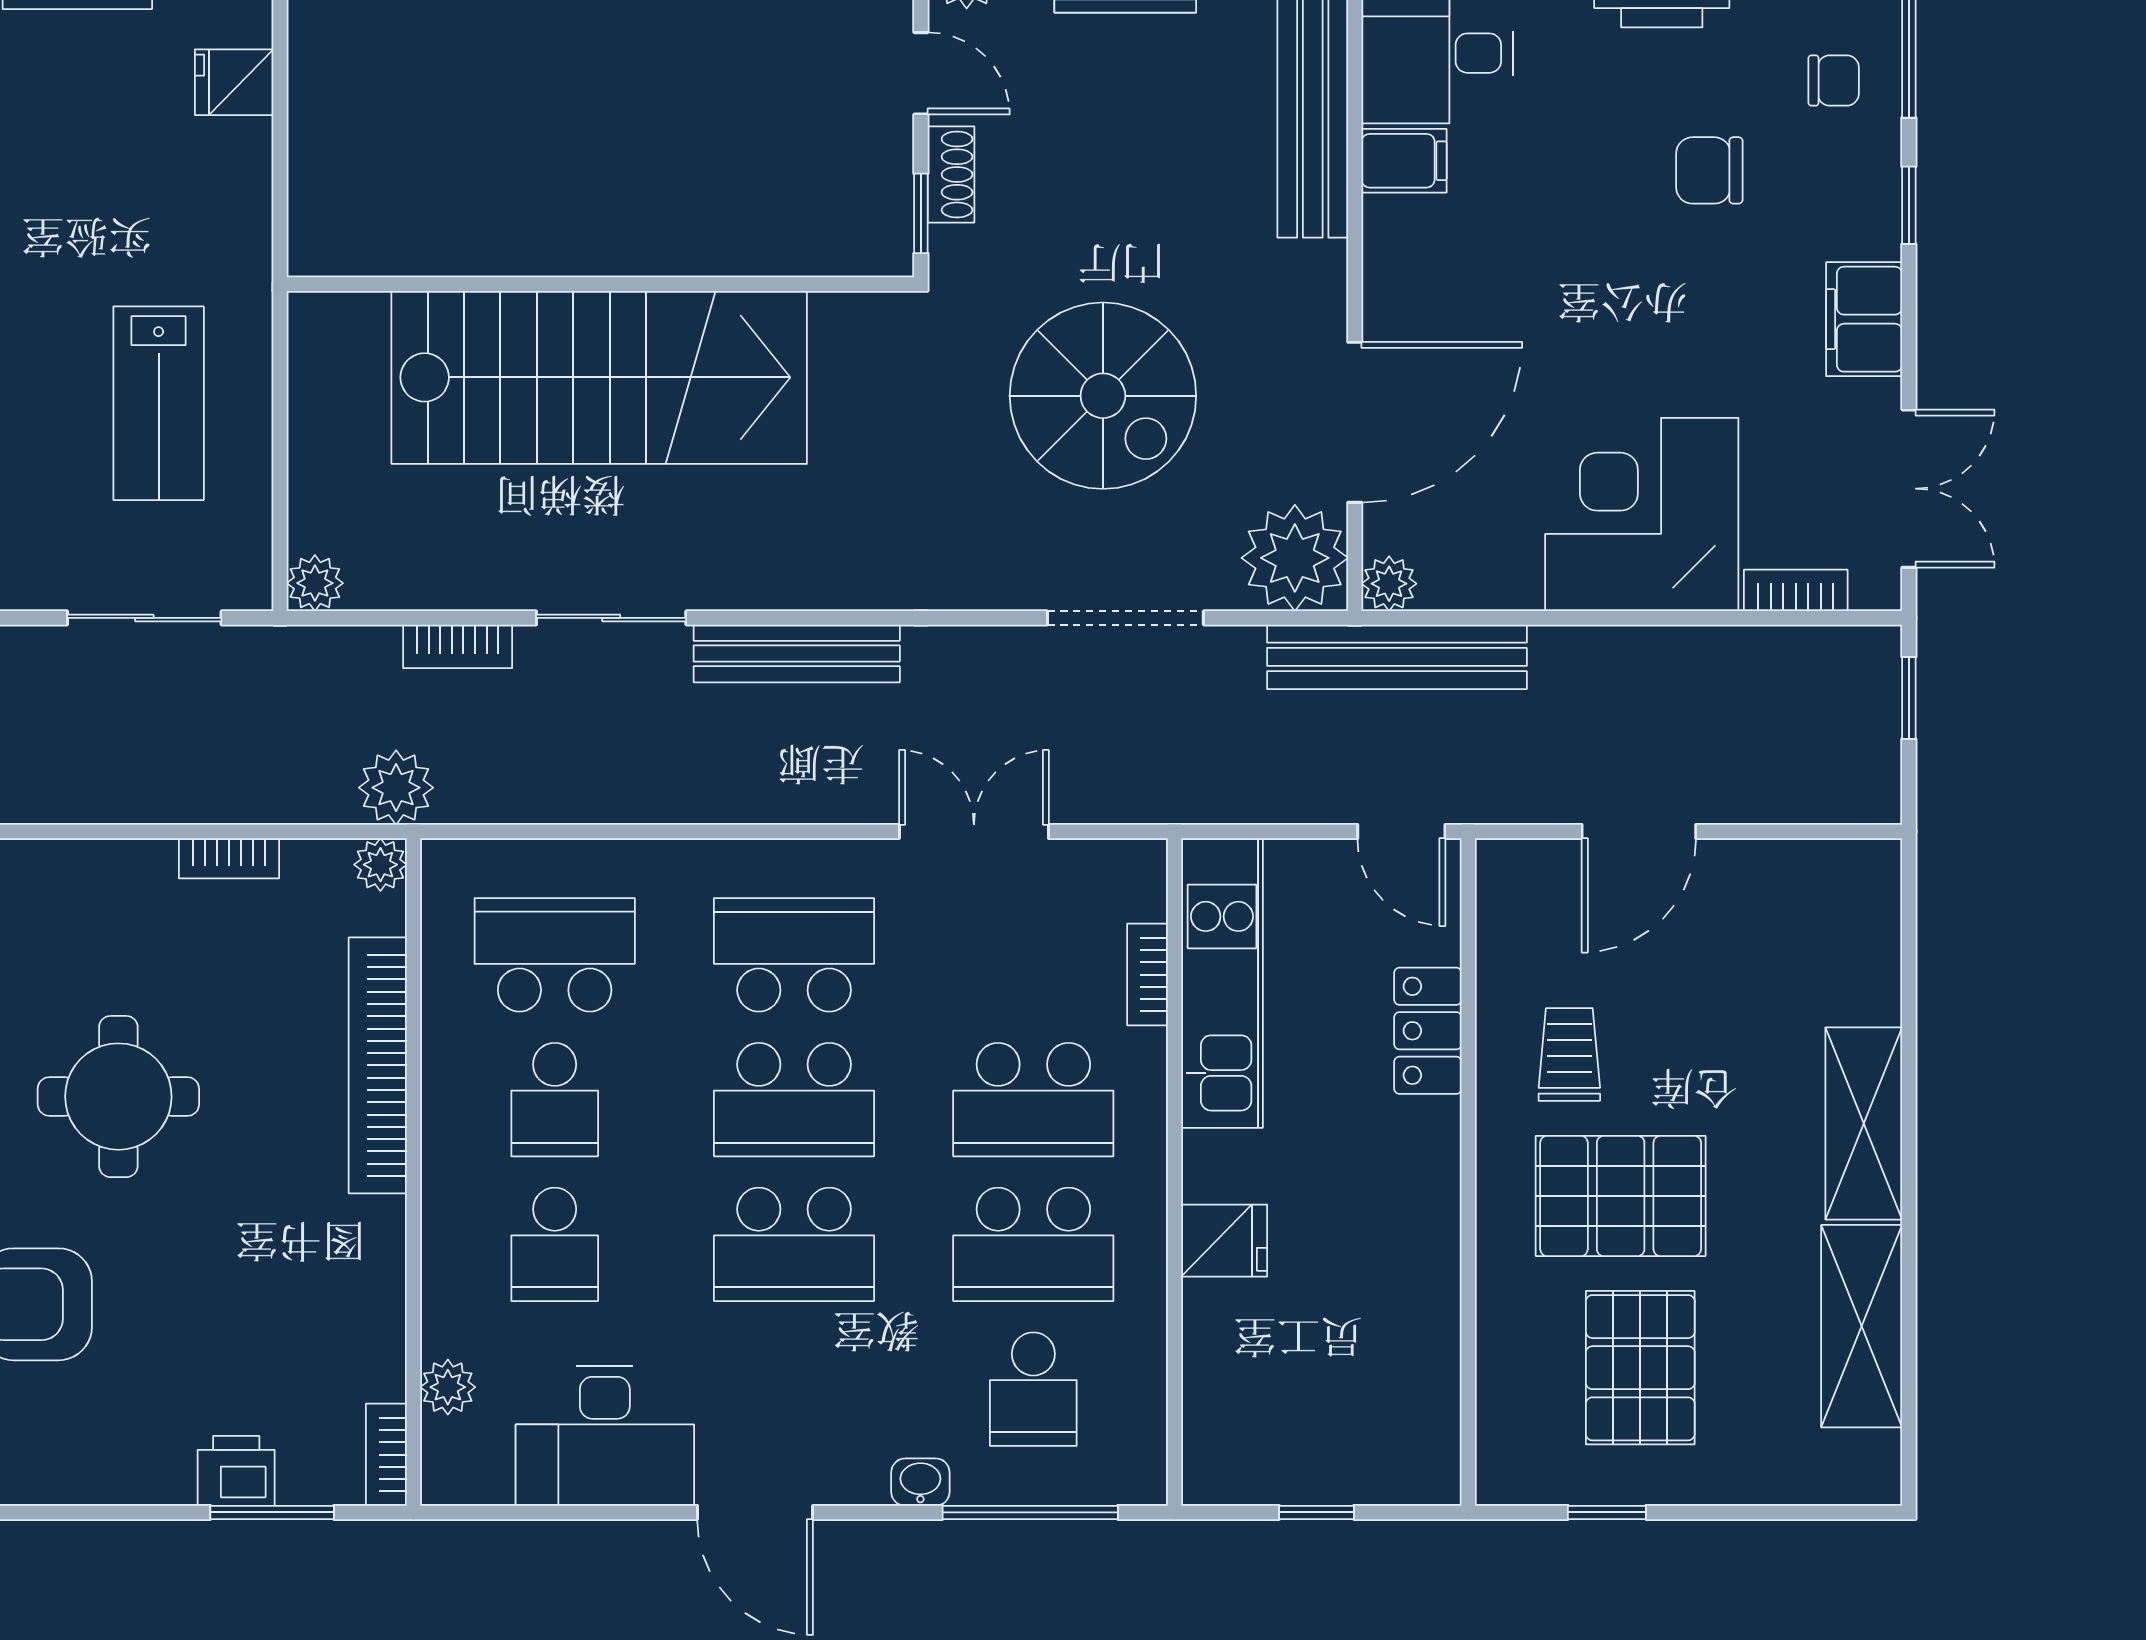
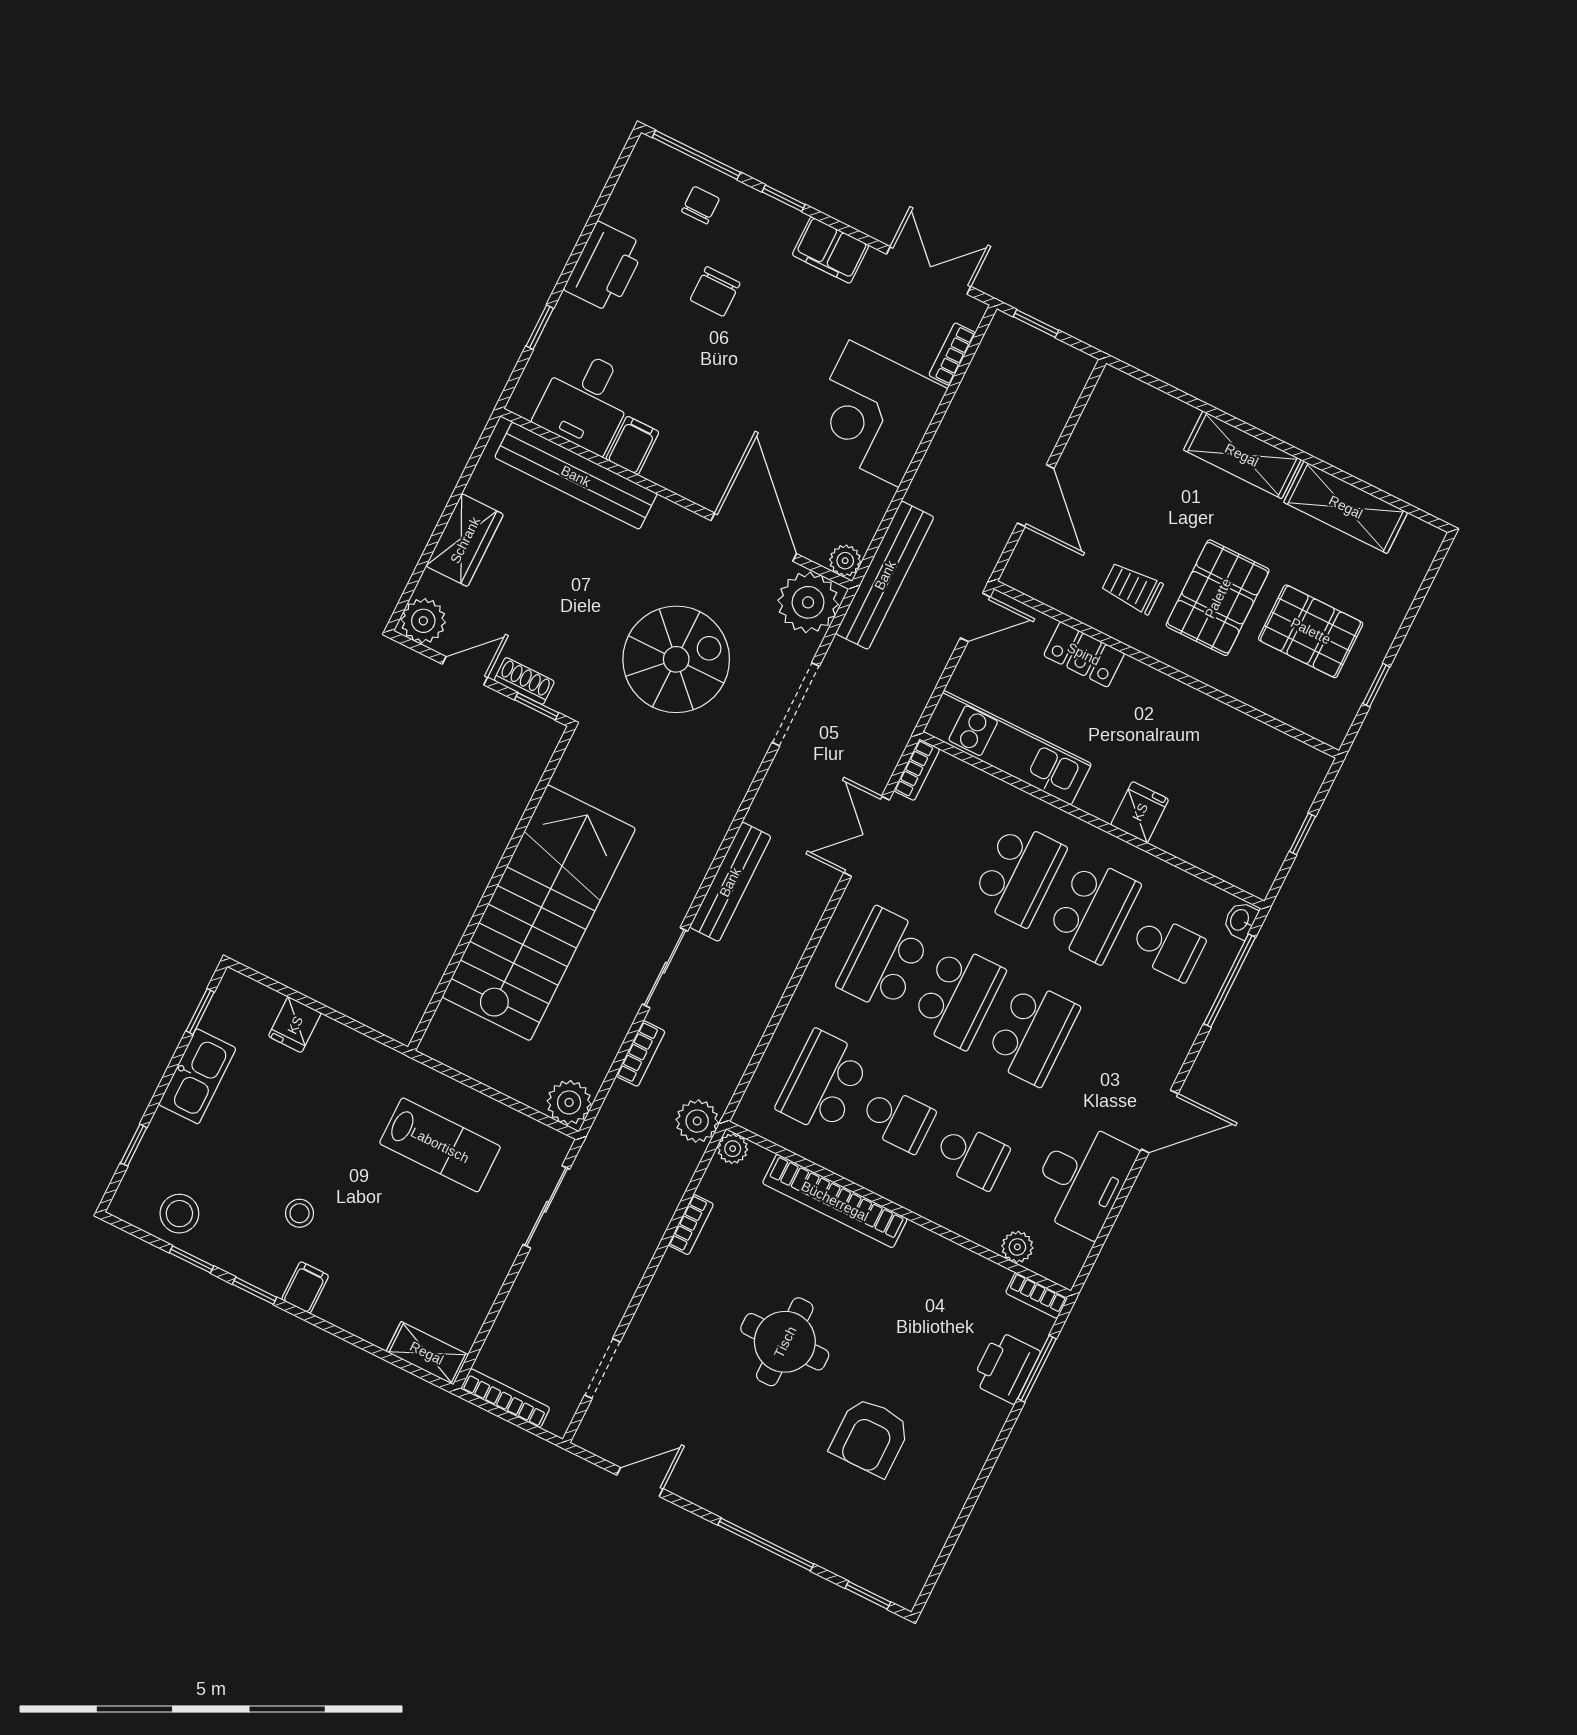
plant: (315, 583) -> (569, 1102), width x1.38, depth x1.38
bookcase: (1147, 975) -> (917, 770), moved, turned -90
printer: (236, 1471) -> (1006, 1367), width x1.36, depth x1.24
washbasin: (920, 1482) -> (1240, 920), moved

